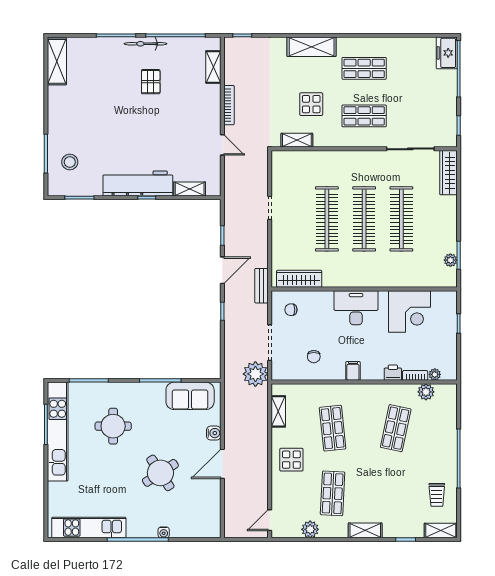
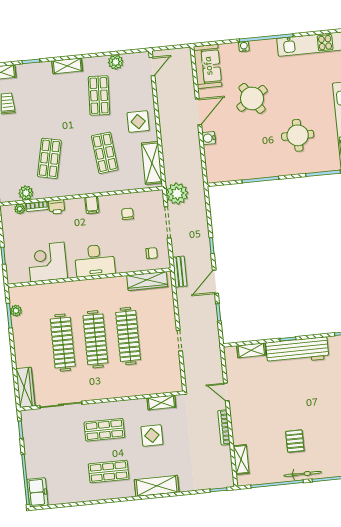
sofa: (190, 396) -> (208, 66), moved, turned 90
shelving: (278, 411) -> (152, 163), width x1.50, depth x1.33

